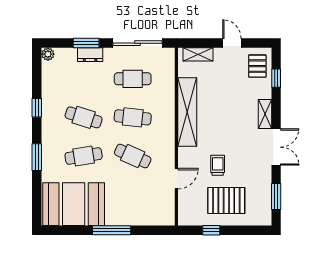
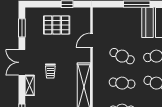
trolley: (218, 165) -> (50, 71), moved

